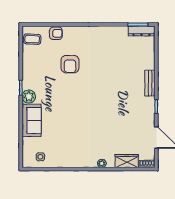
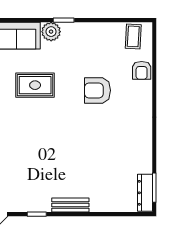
rug: (66, 108) -> (35, 85), added

